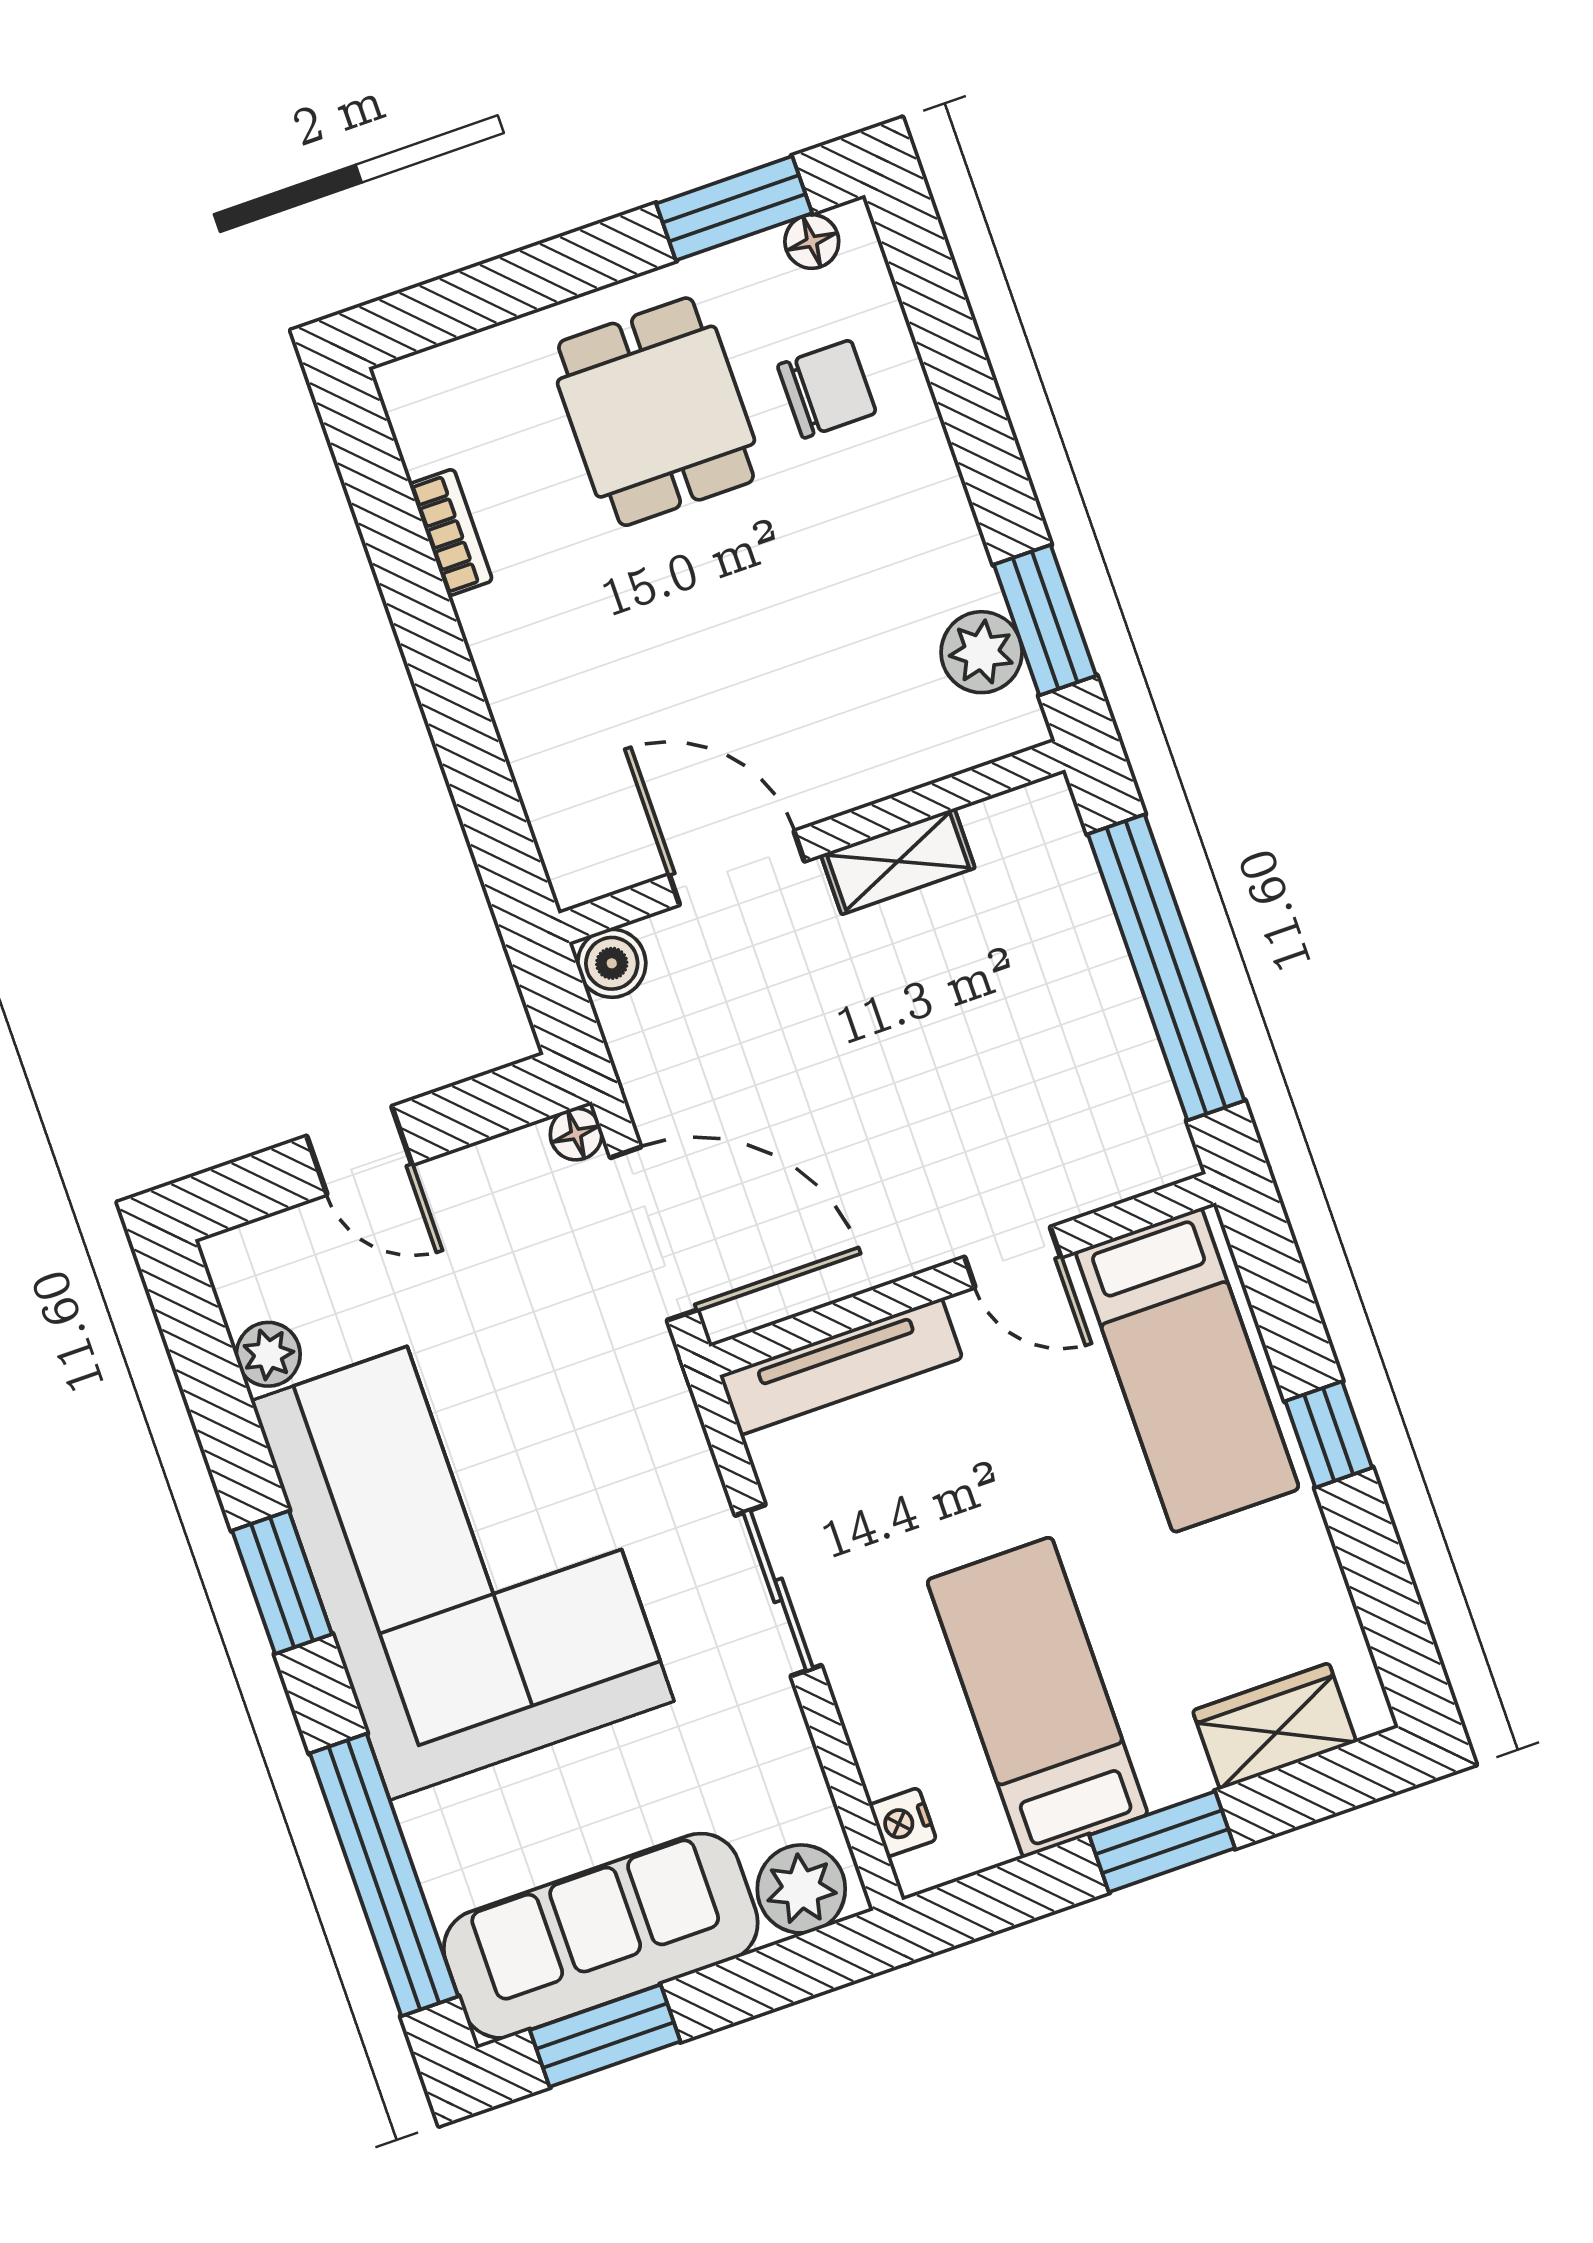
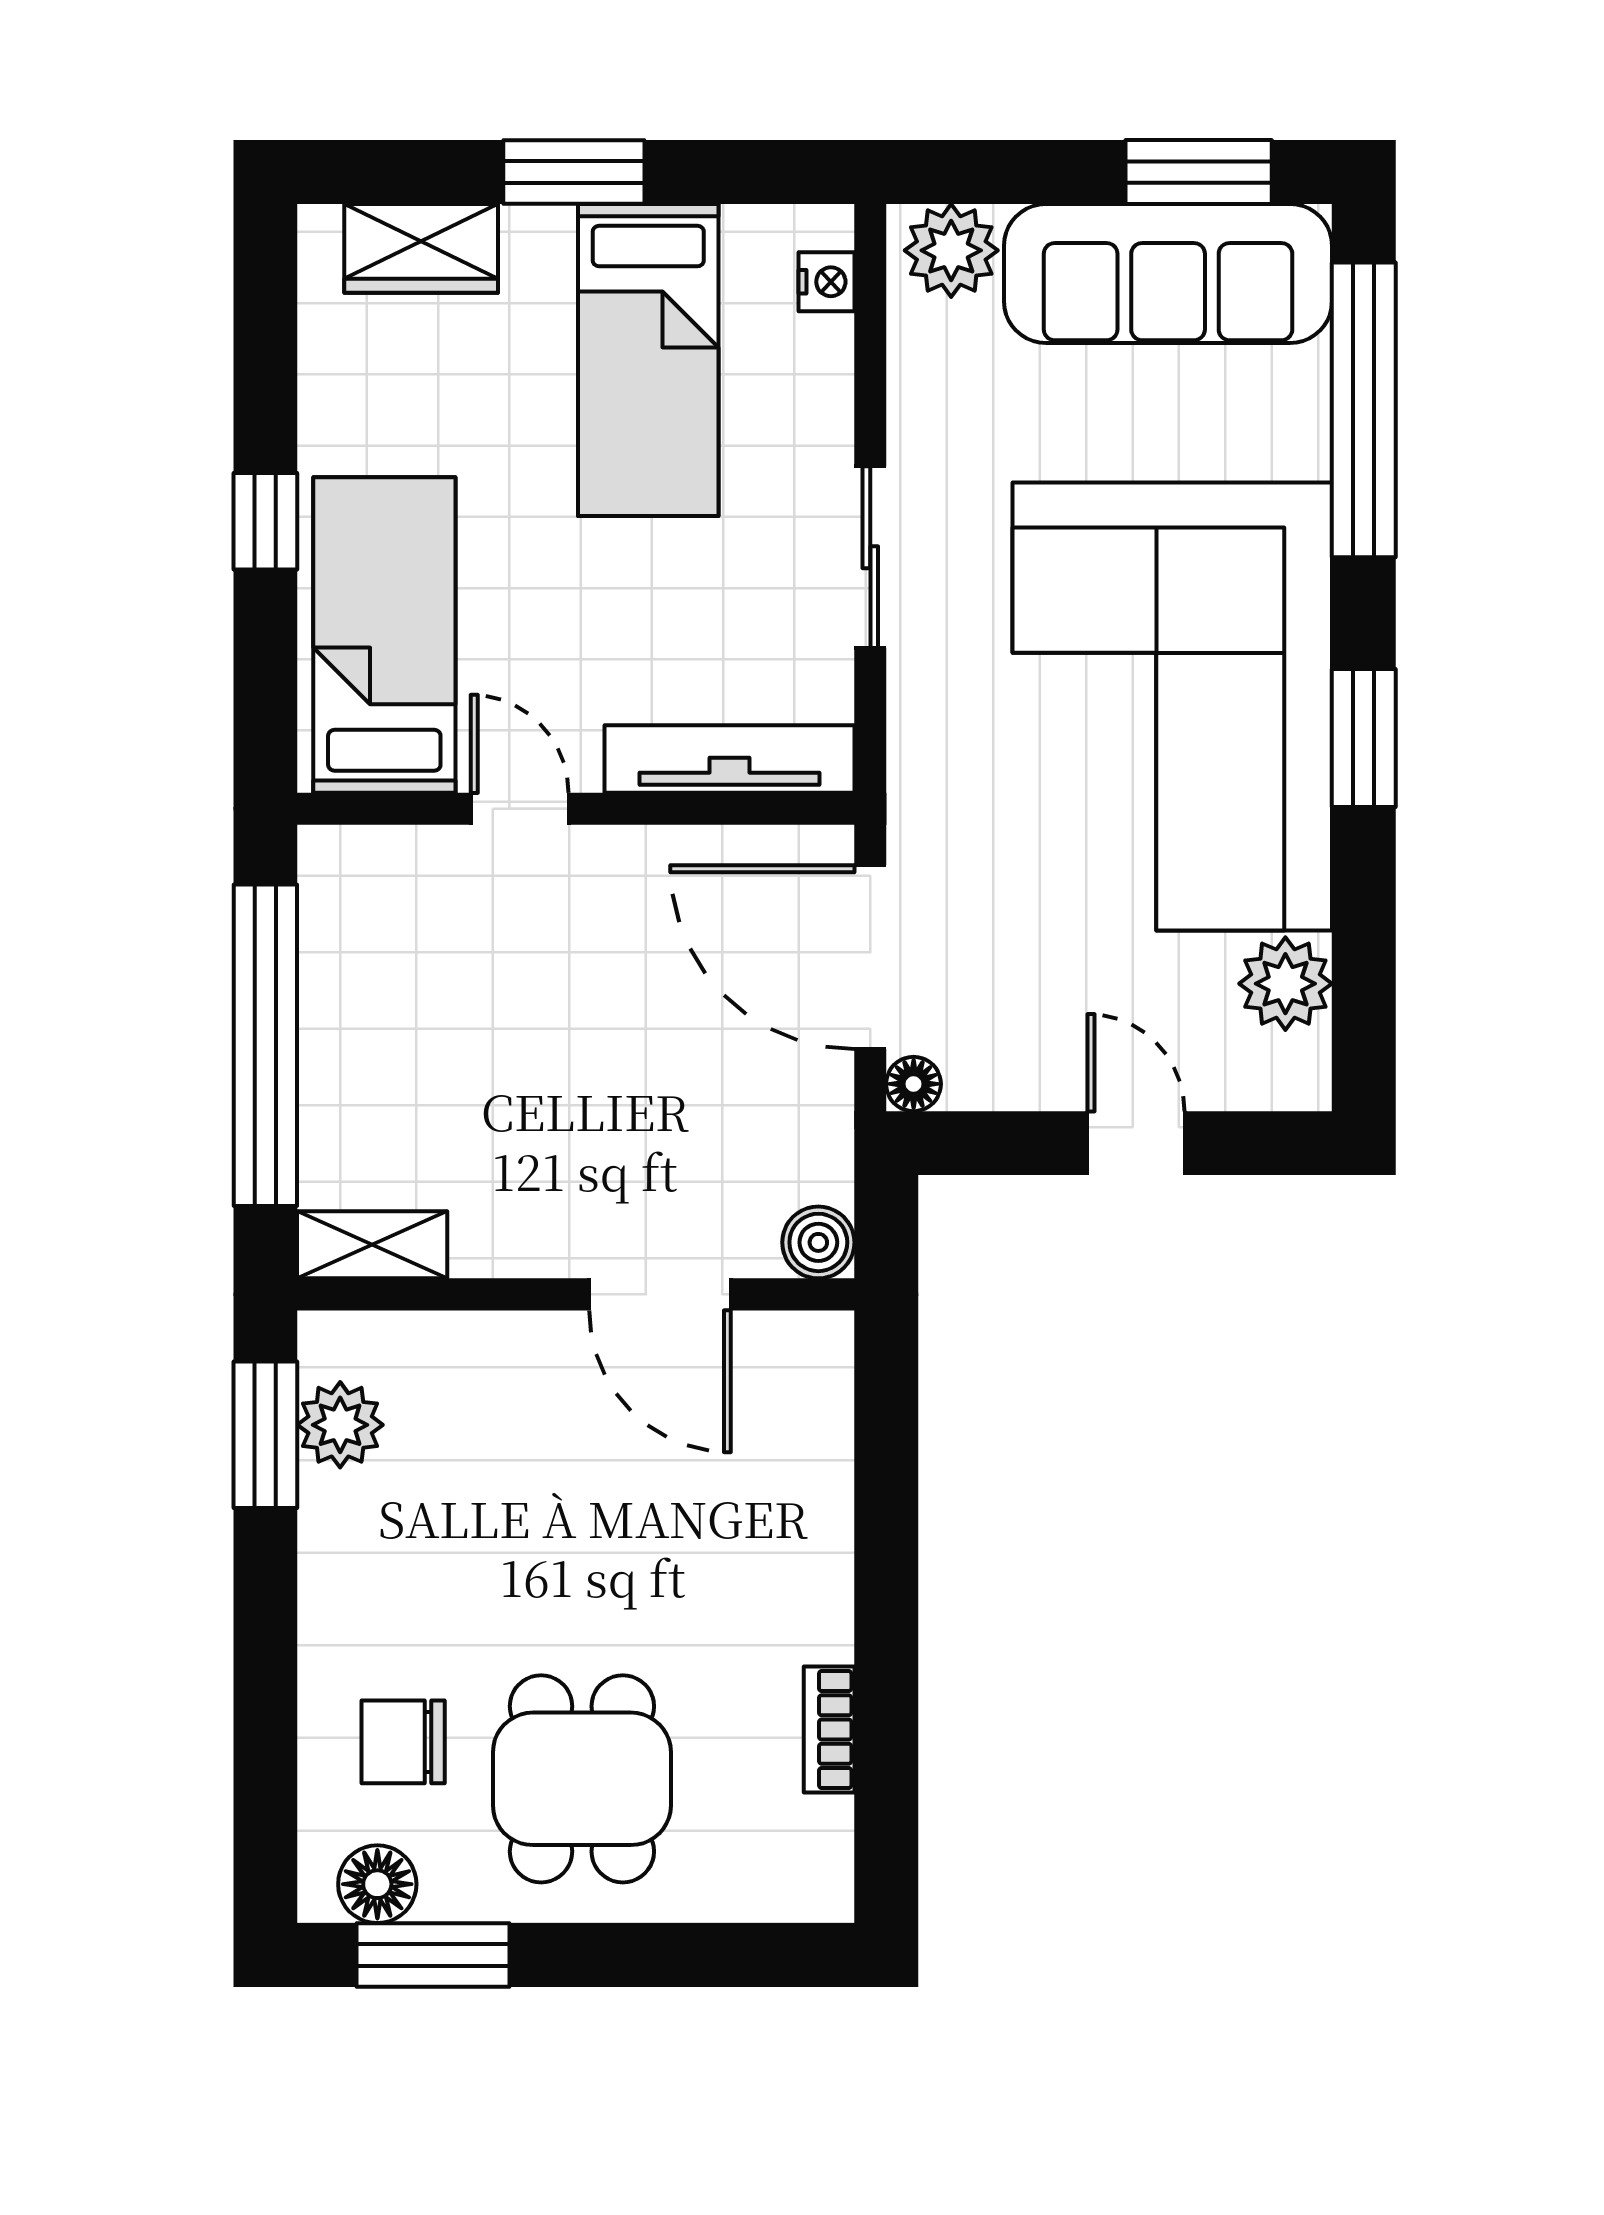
floor lamp: (812, 242) -> (377, 1884), width x1.37, depth x1.37
shelving: (898, 861) -> (372, 1245), moved
plant: (268, 1354) -> (1285, 984), width x1.38, depth x1.38

